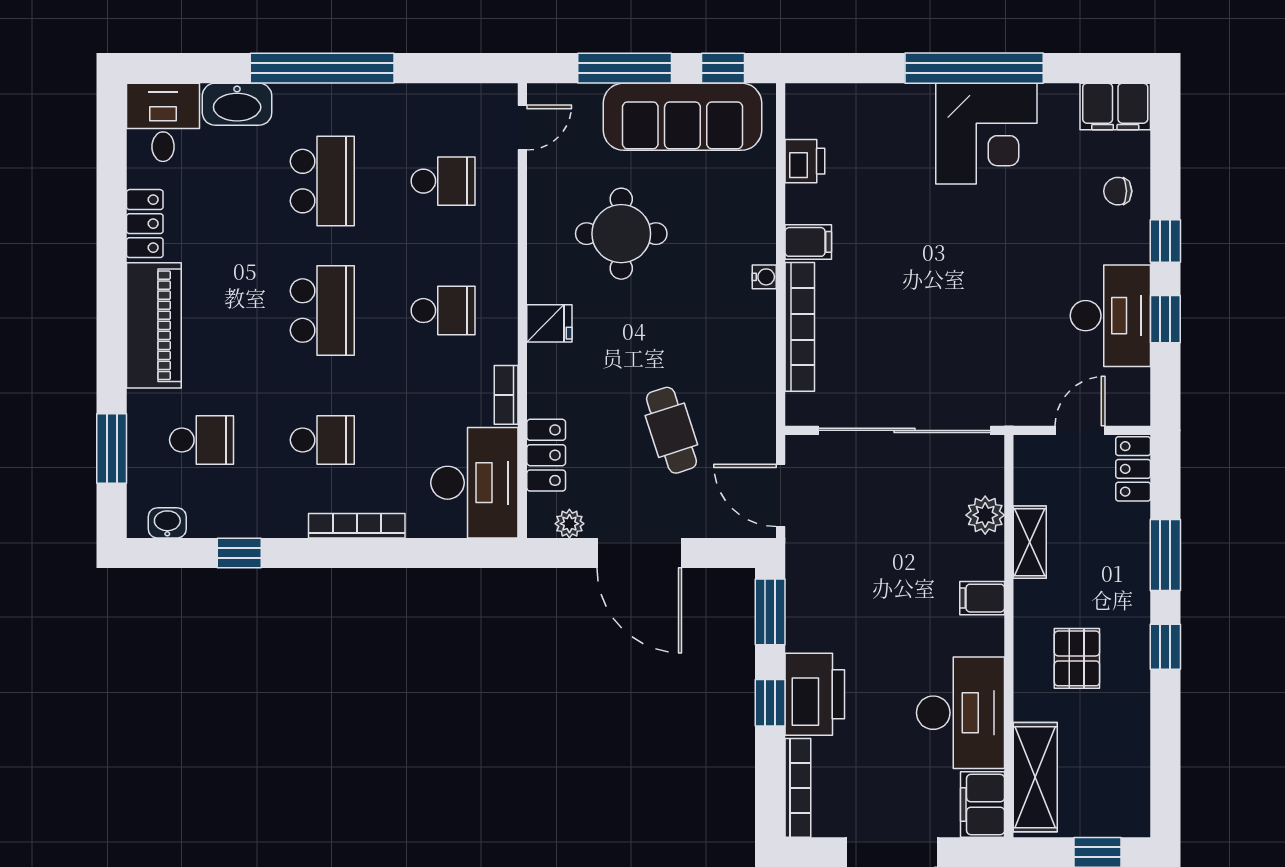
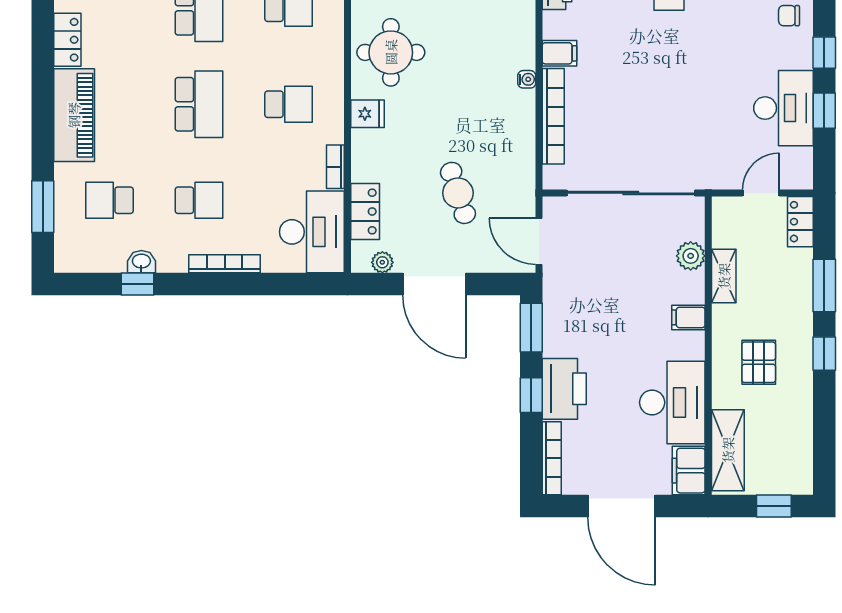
round table: (621, 234) -> (391, 52), moved
school desk: (202, 440) -> (109, 200), turned 180
washbasin: (167, 523) -> (141, 262), moved

